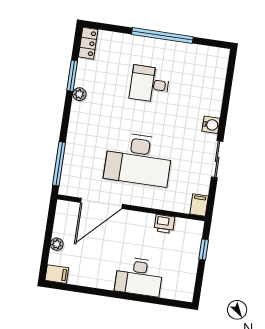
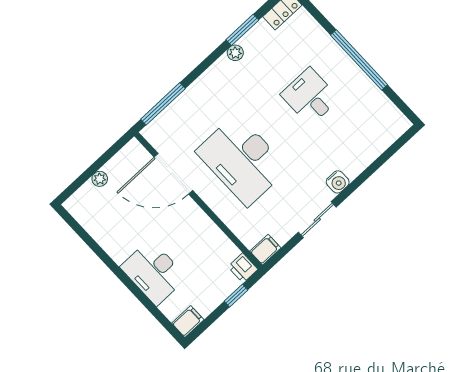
printer: (164, 224) -> (243, 268), moved
filing cabinet: (57, 274) -> (188, 321), moved, turned -90

